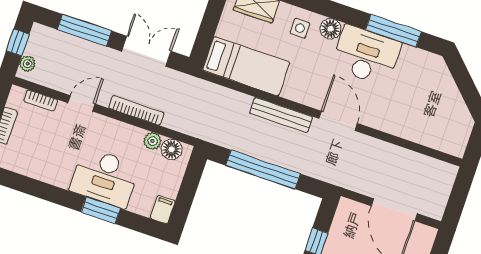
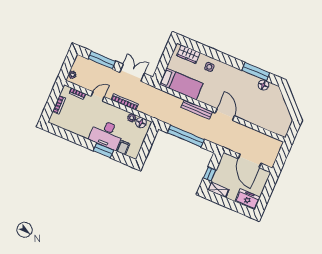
floor lamp: (330, 29) -> (263, 85), moved
window: (18, 42) -> (68, 64), removed
desk: (366, 55) -> (241, 83), removed
filing cabinet: (163, 210) -> (123, 148), moved

